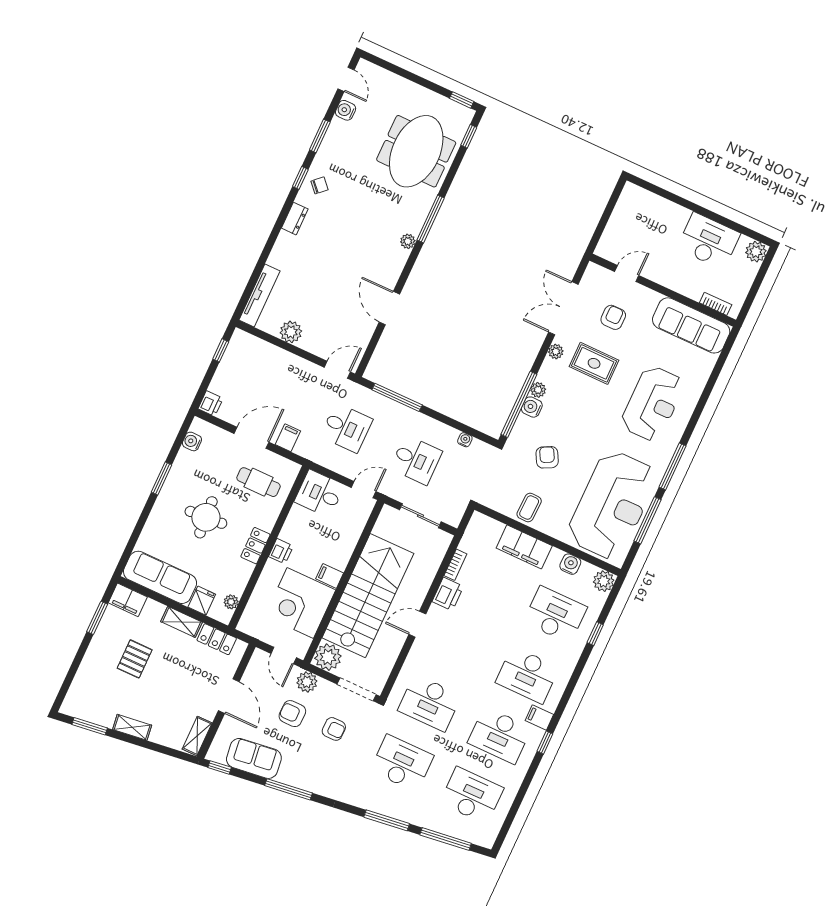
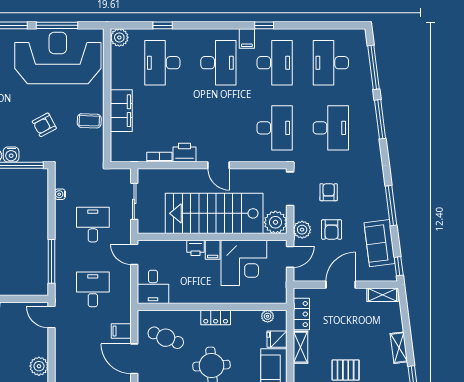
cafe table: (258, 482) -> (166, 338), turned -68
printer: (281, 551) -> (196, 248), moved, turned 180
water cooler: (570, 564) -> (118, 69), removed
desk: (402, 763) -> (331, 128), turned 180

